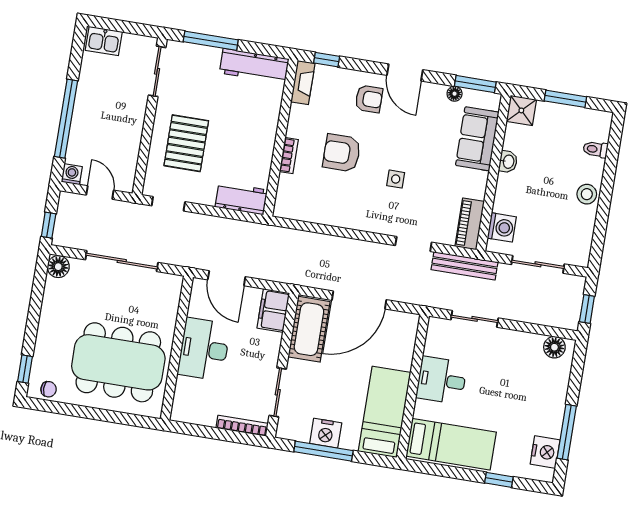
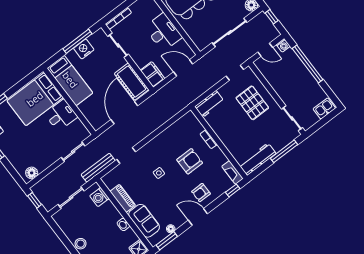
piano: (470, 224) -> (123, 198), moved
bed: (451, 444) -> (35, 99), width x1.50

